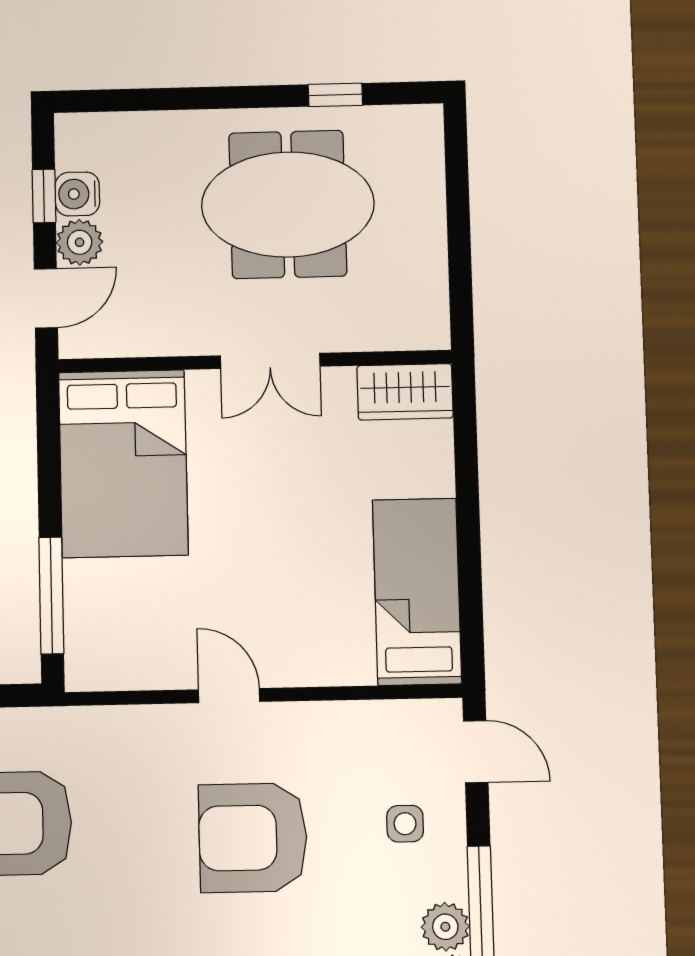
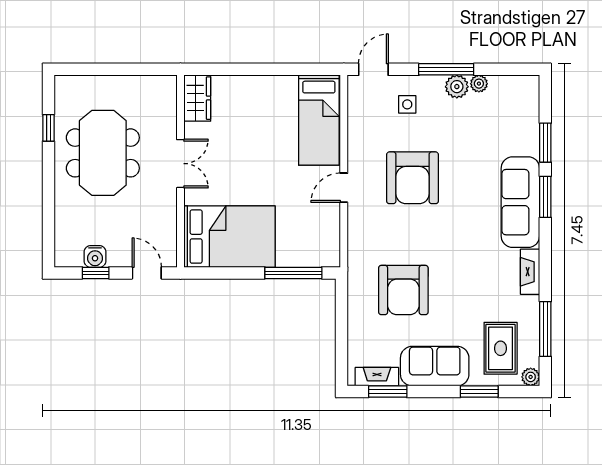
plant: (80, 242) -> (119, 256), removed
bed: (417, 592) -> (319, 120), moved, turned -90

